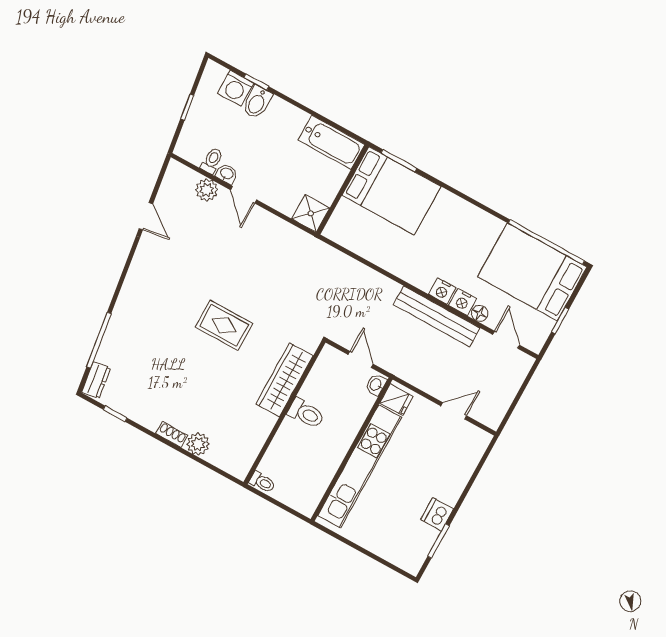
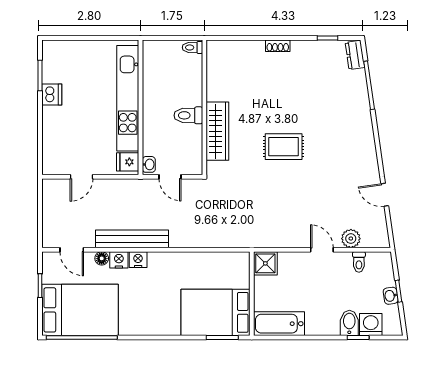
washbasin: (227, 174) -> (391, 296), moved, turned 82
plant: (198, 444) -> (255, 49), removed

